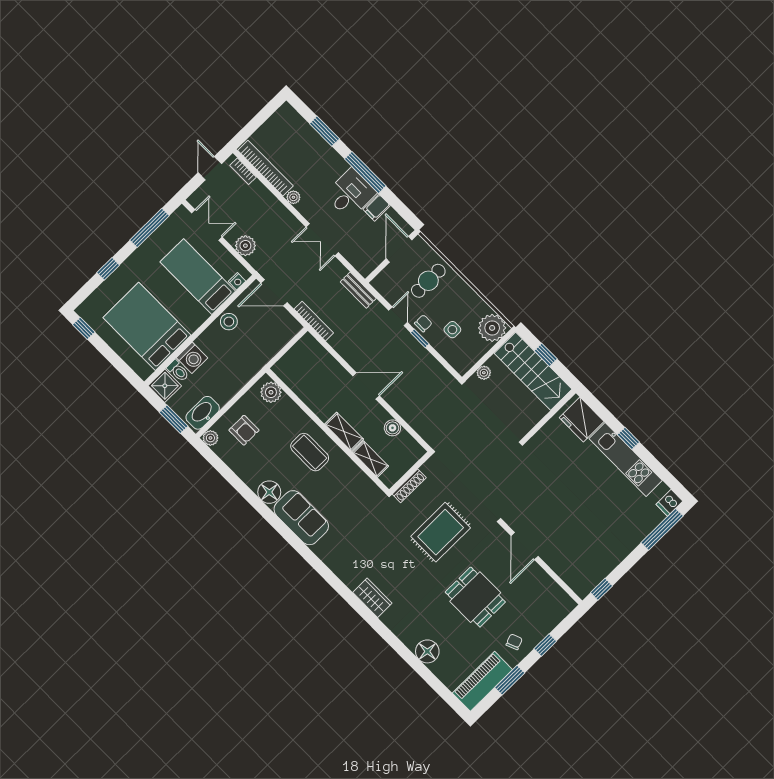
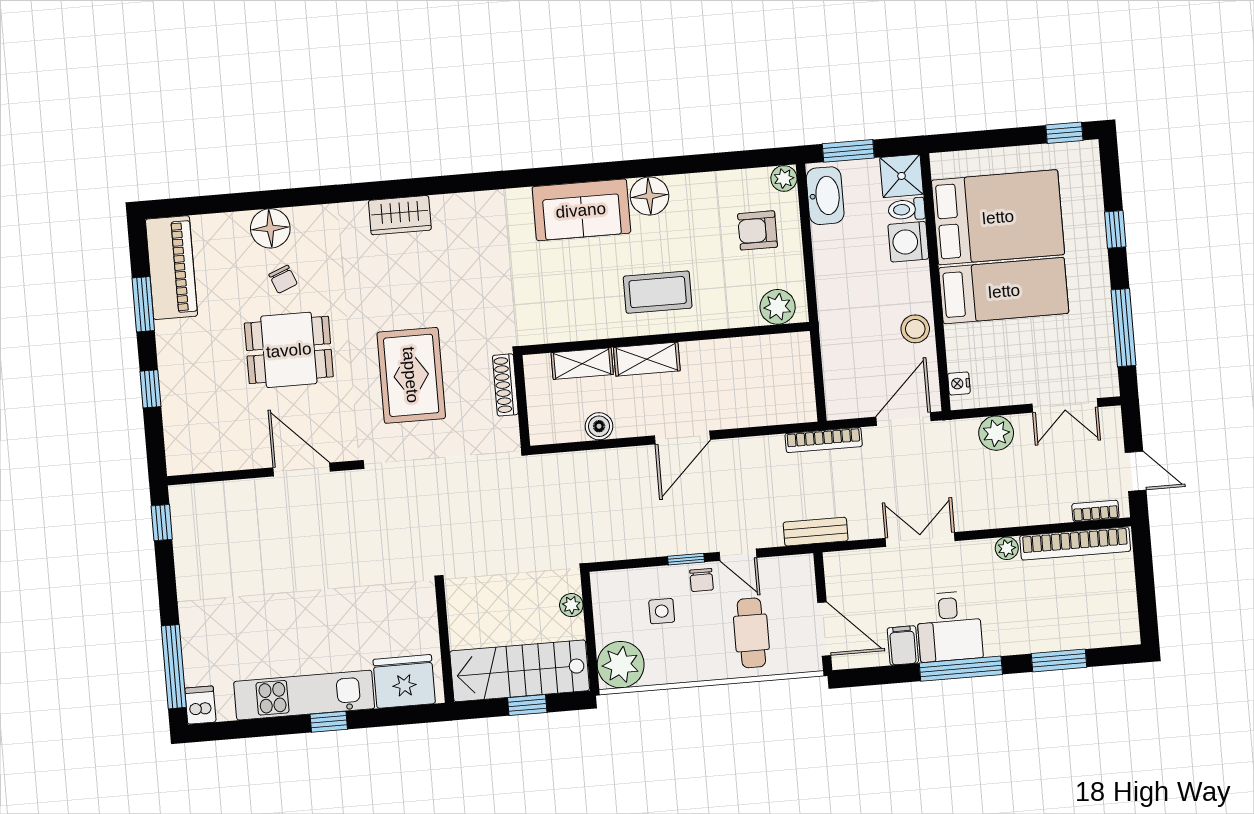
bed: (198, 277) -> (1004, 291), moved
chair: (514, 642) -> (283, 279), moved

